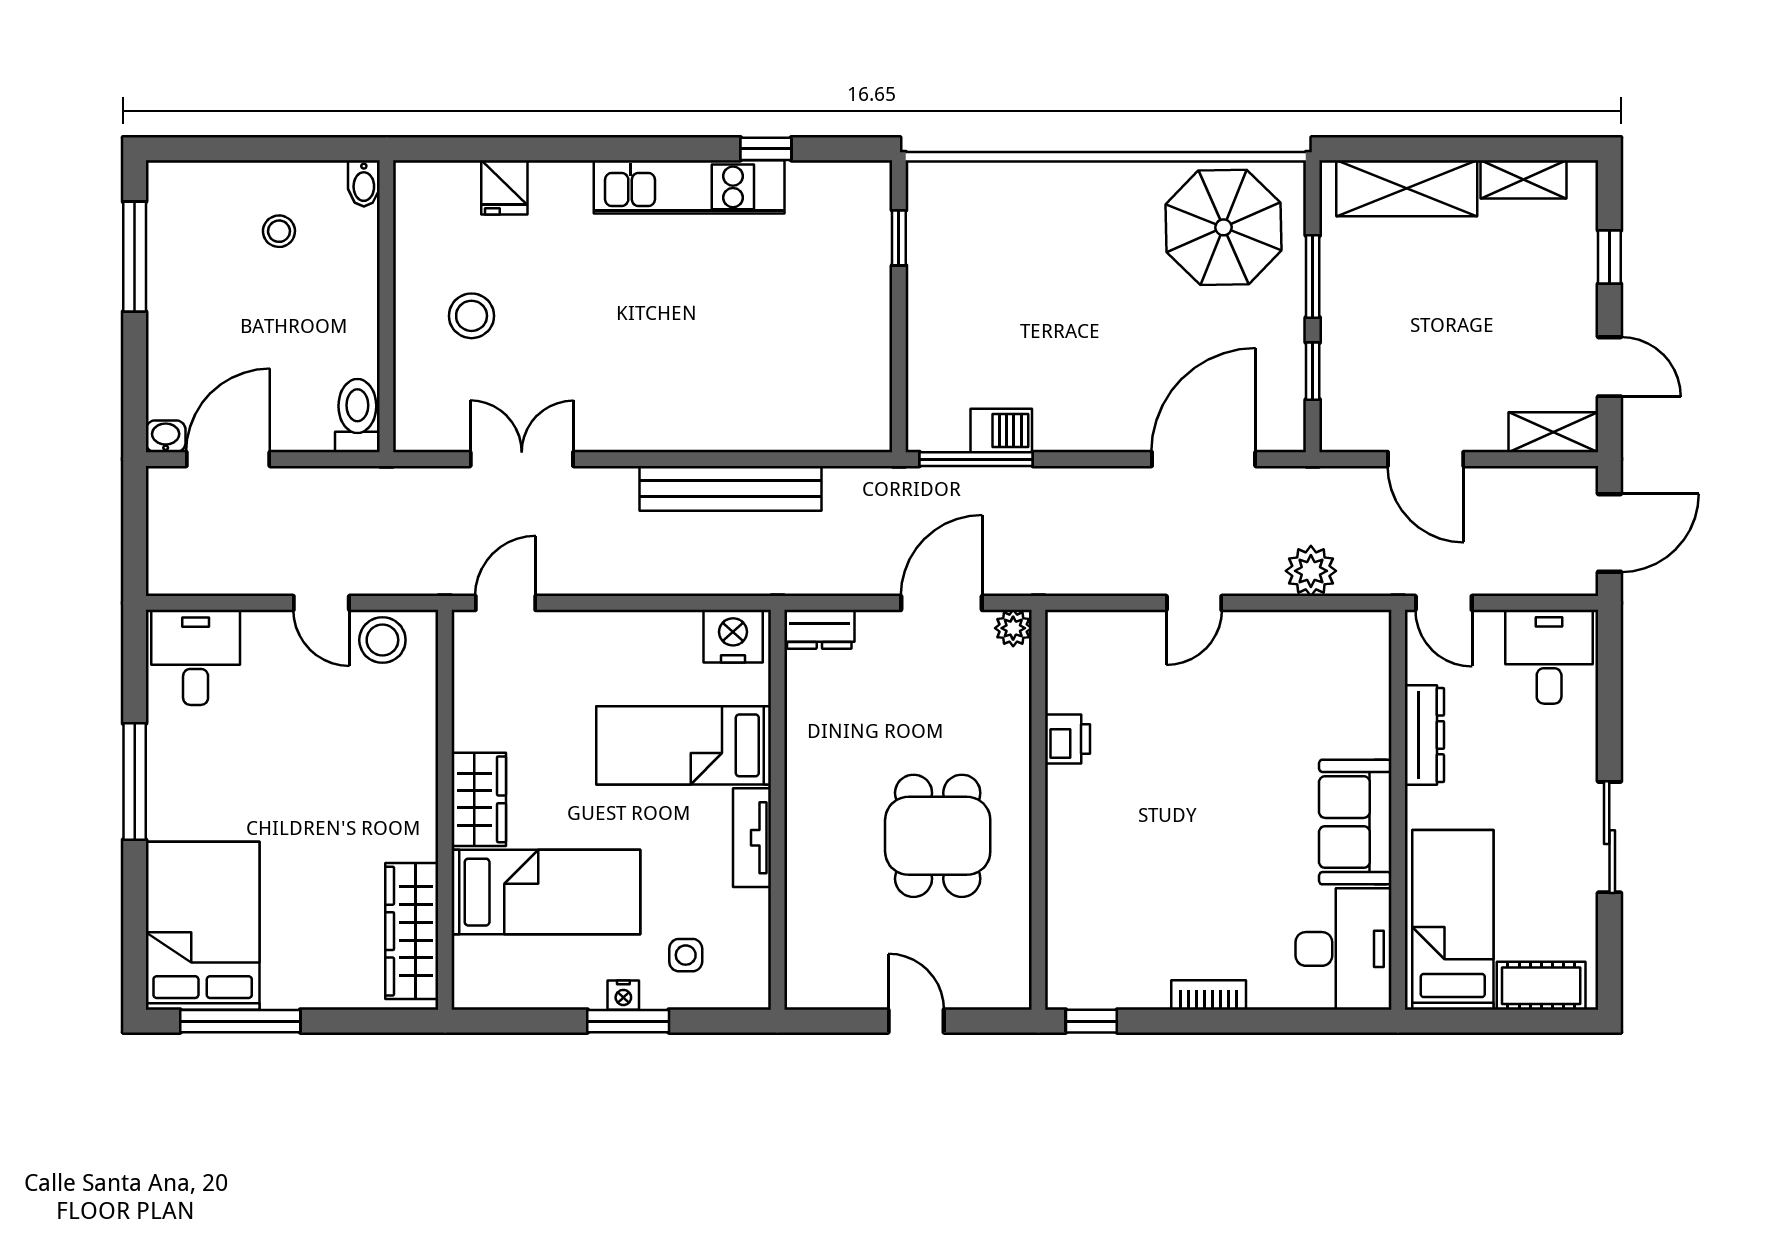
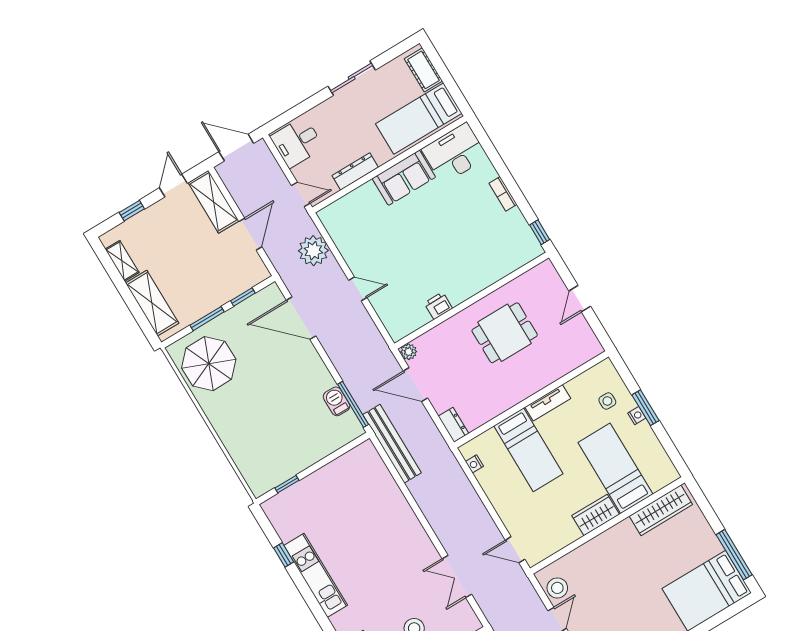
shelving: (1553, 432) -> (214, 202), width x1.50, depth x1.33
bench: (730, 488) -> (392, 444), moved
plant: (1311, 571) -> (313, 251), width x1.36, depth x1.36
door: (1444, 603) -> (301, 194), hinge flipped
nightstand: (733, 636) -> (474, 464), width x0.53, depth x0.56

